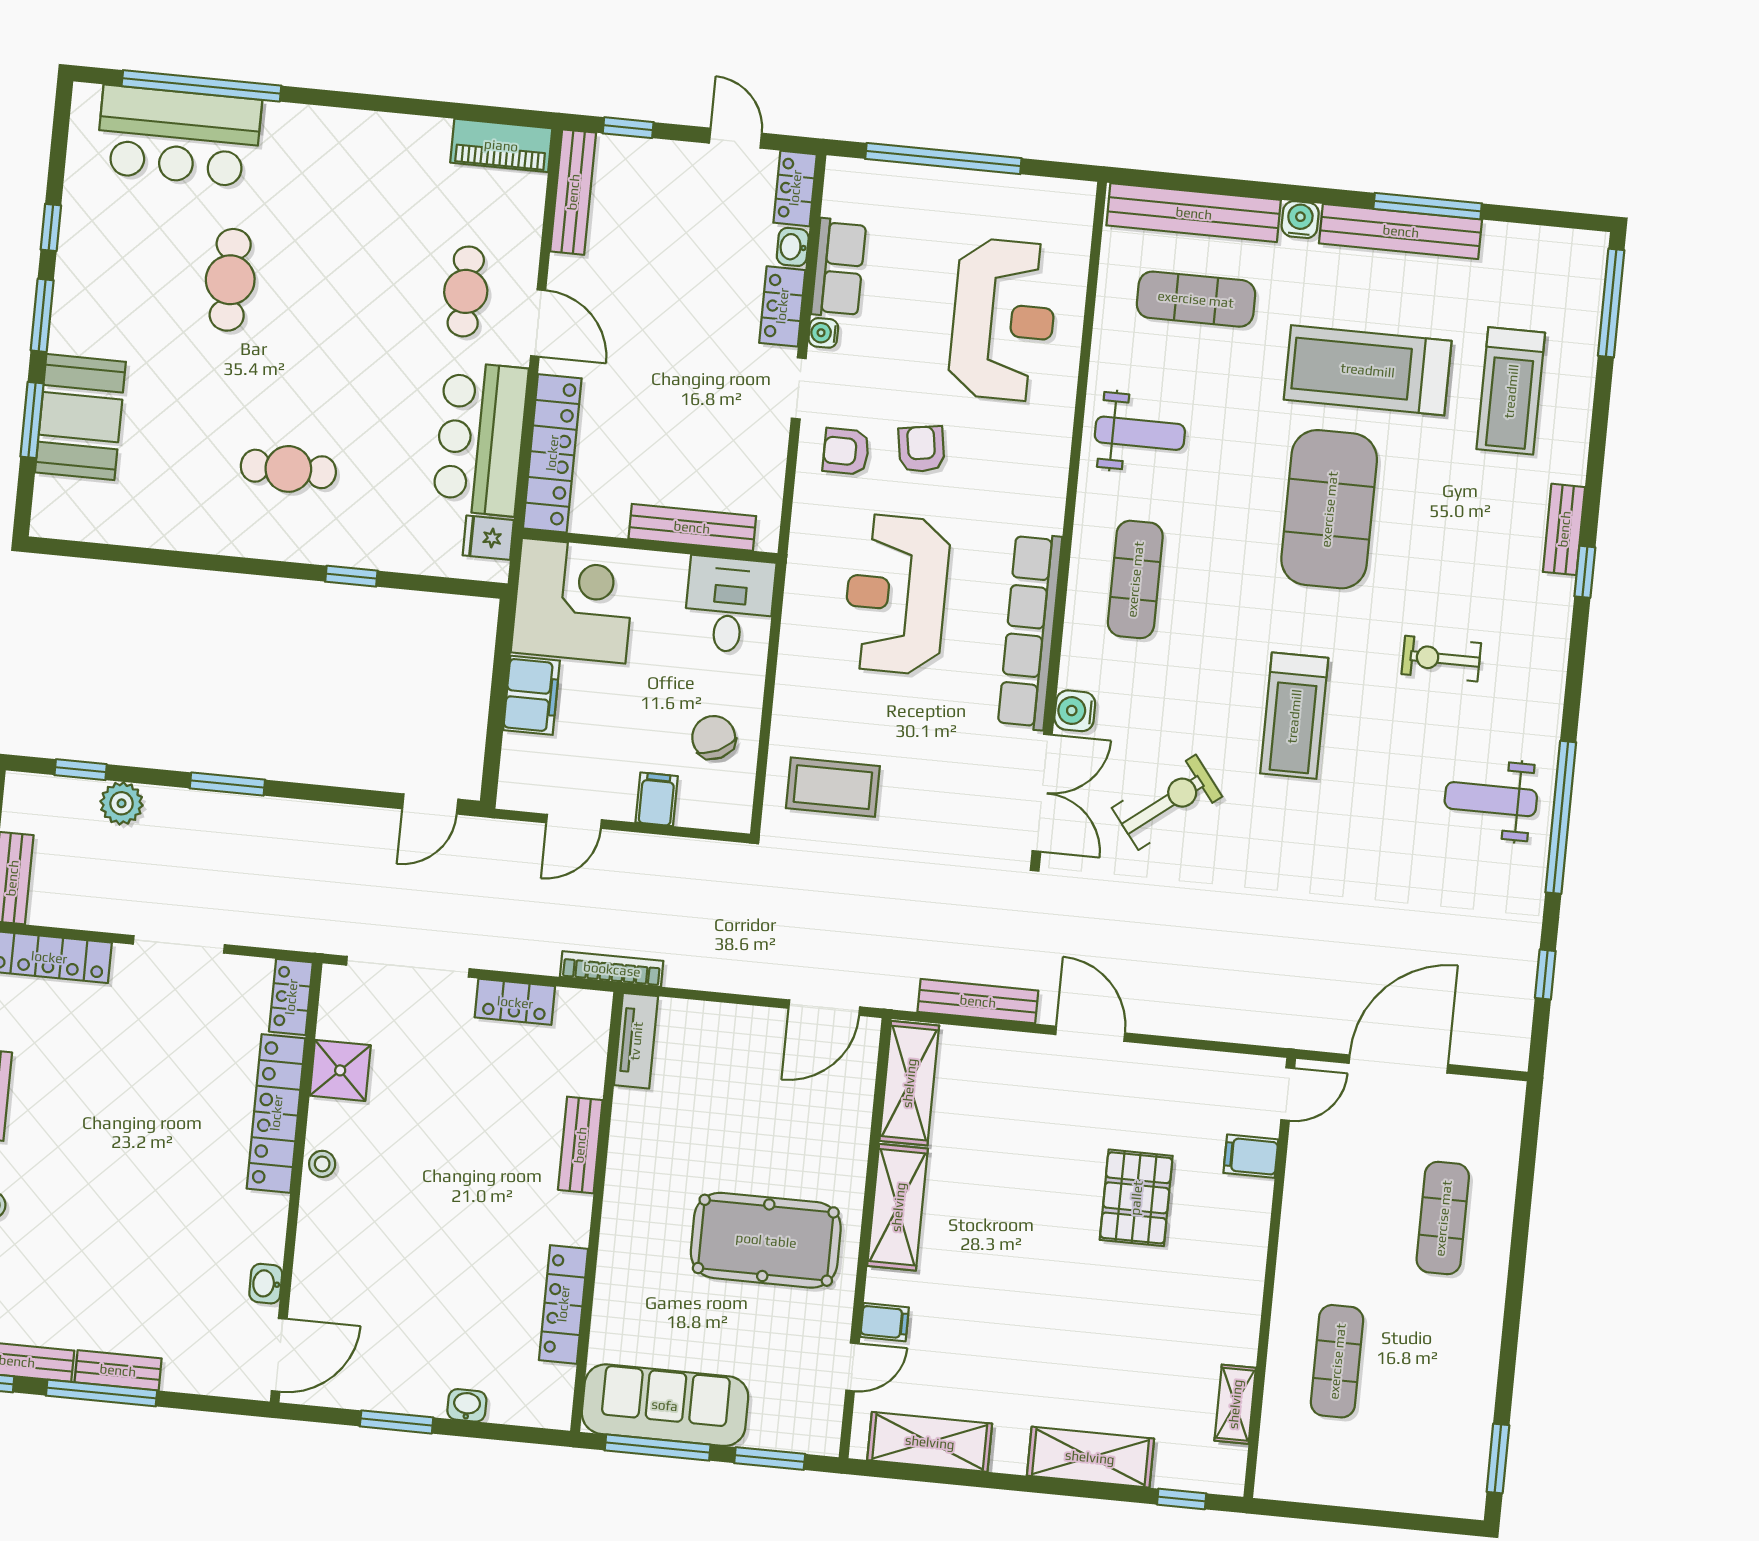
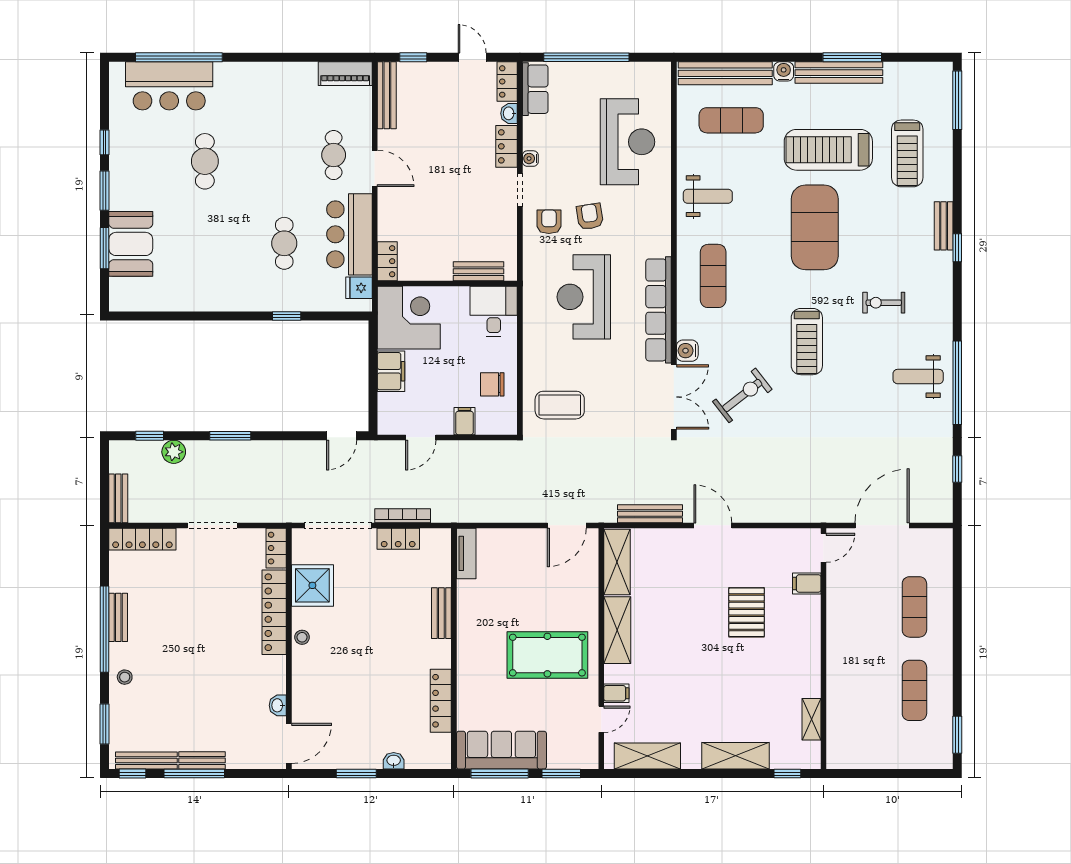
row of seats: (839, 268) -> (535, 89), moved
armchair: (846, 451) -> (549, 222), turned 90
locker: (552, 453) -> (387, 261), width x0.46, depth x0.83
cafe table: (288, 469) -> (284, 243), moved, turned 90
bench: (692, 527) -> (479, 271), width x0.73
chair: (714, 737) -> (492, 384), turned -64
bookcase: (612, 969) -> (403, 516), moved
shower: (340, 1070) -> (312, 585), width x1.36, depth x1.36
exercise mat: (1337, 1361) -> (914, 690), moved

